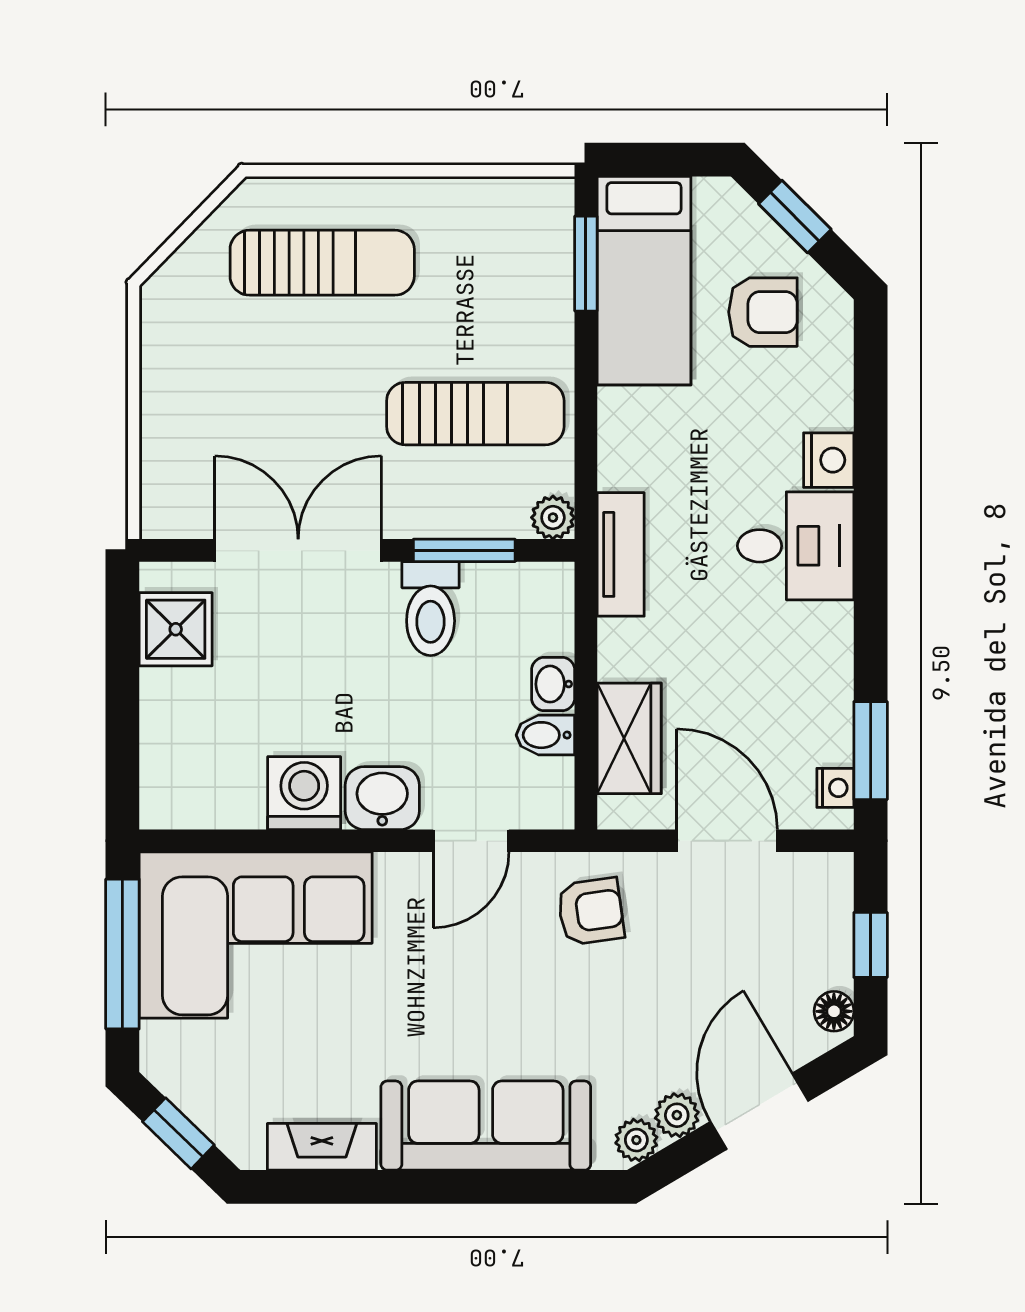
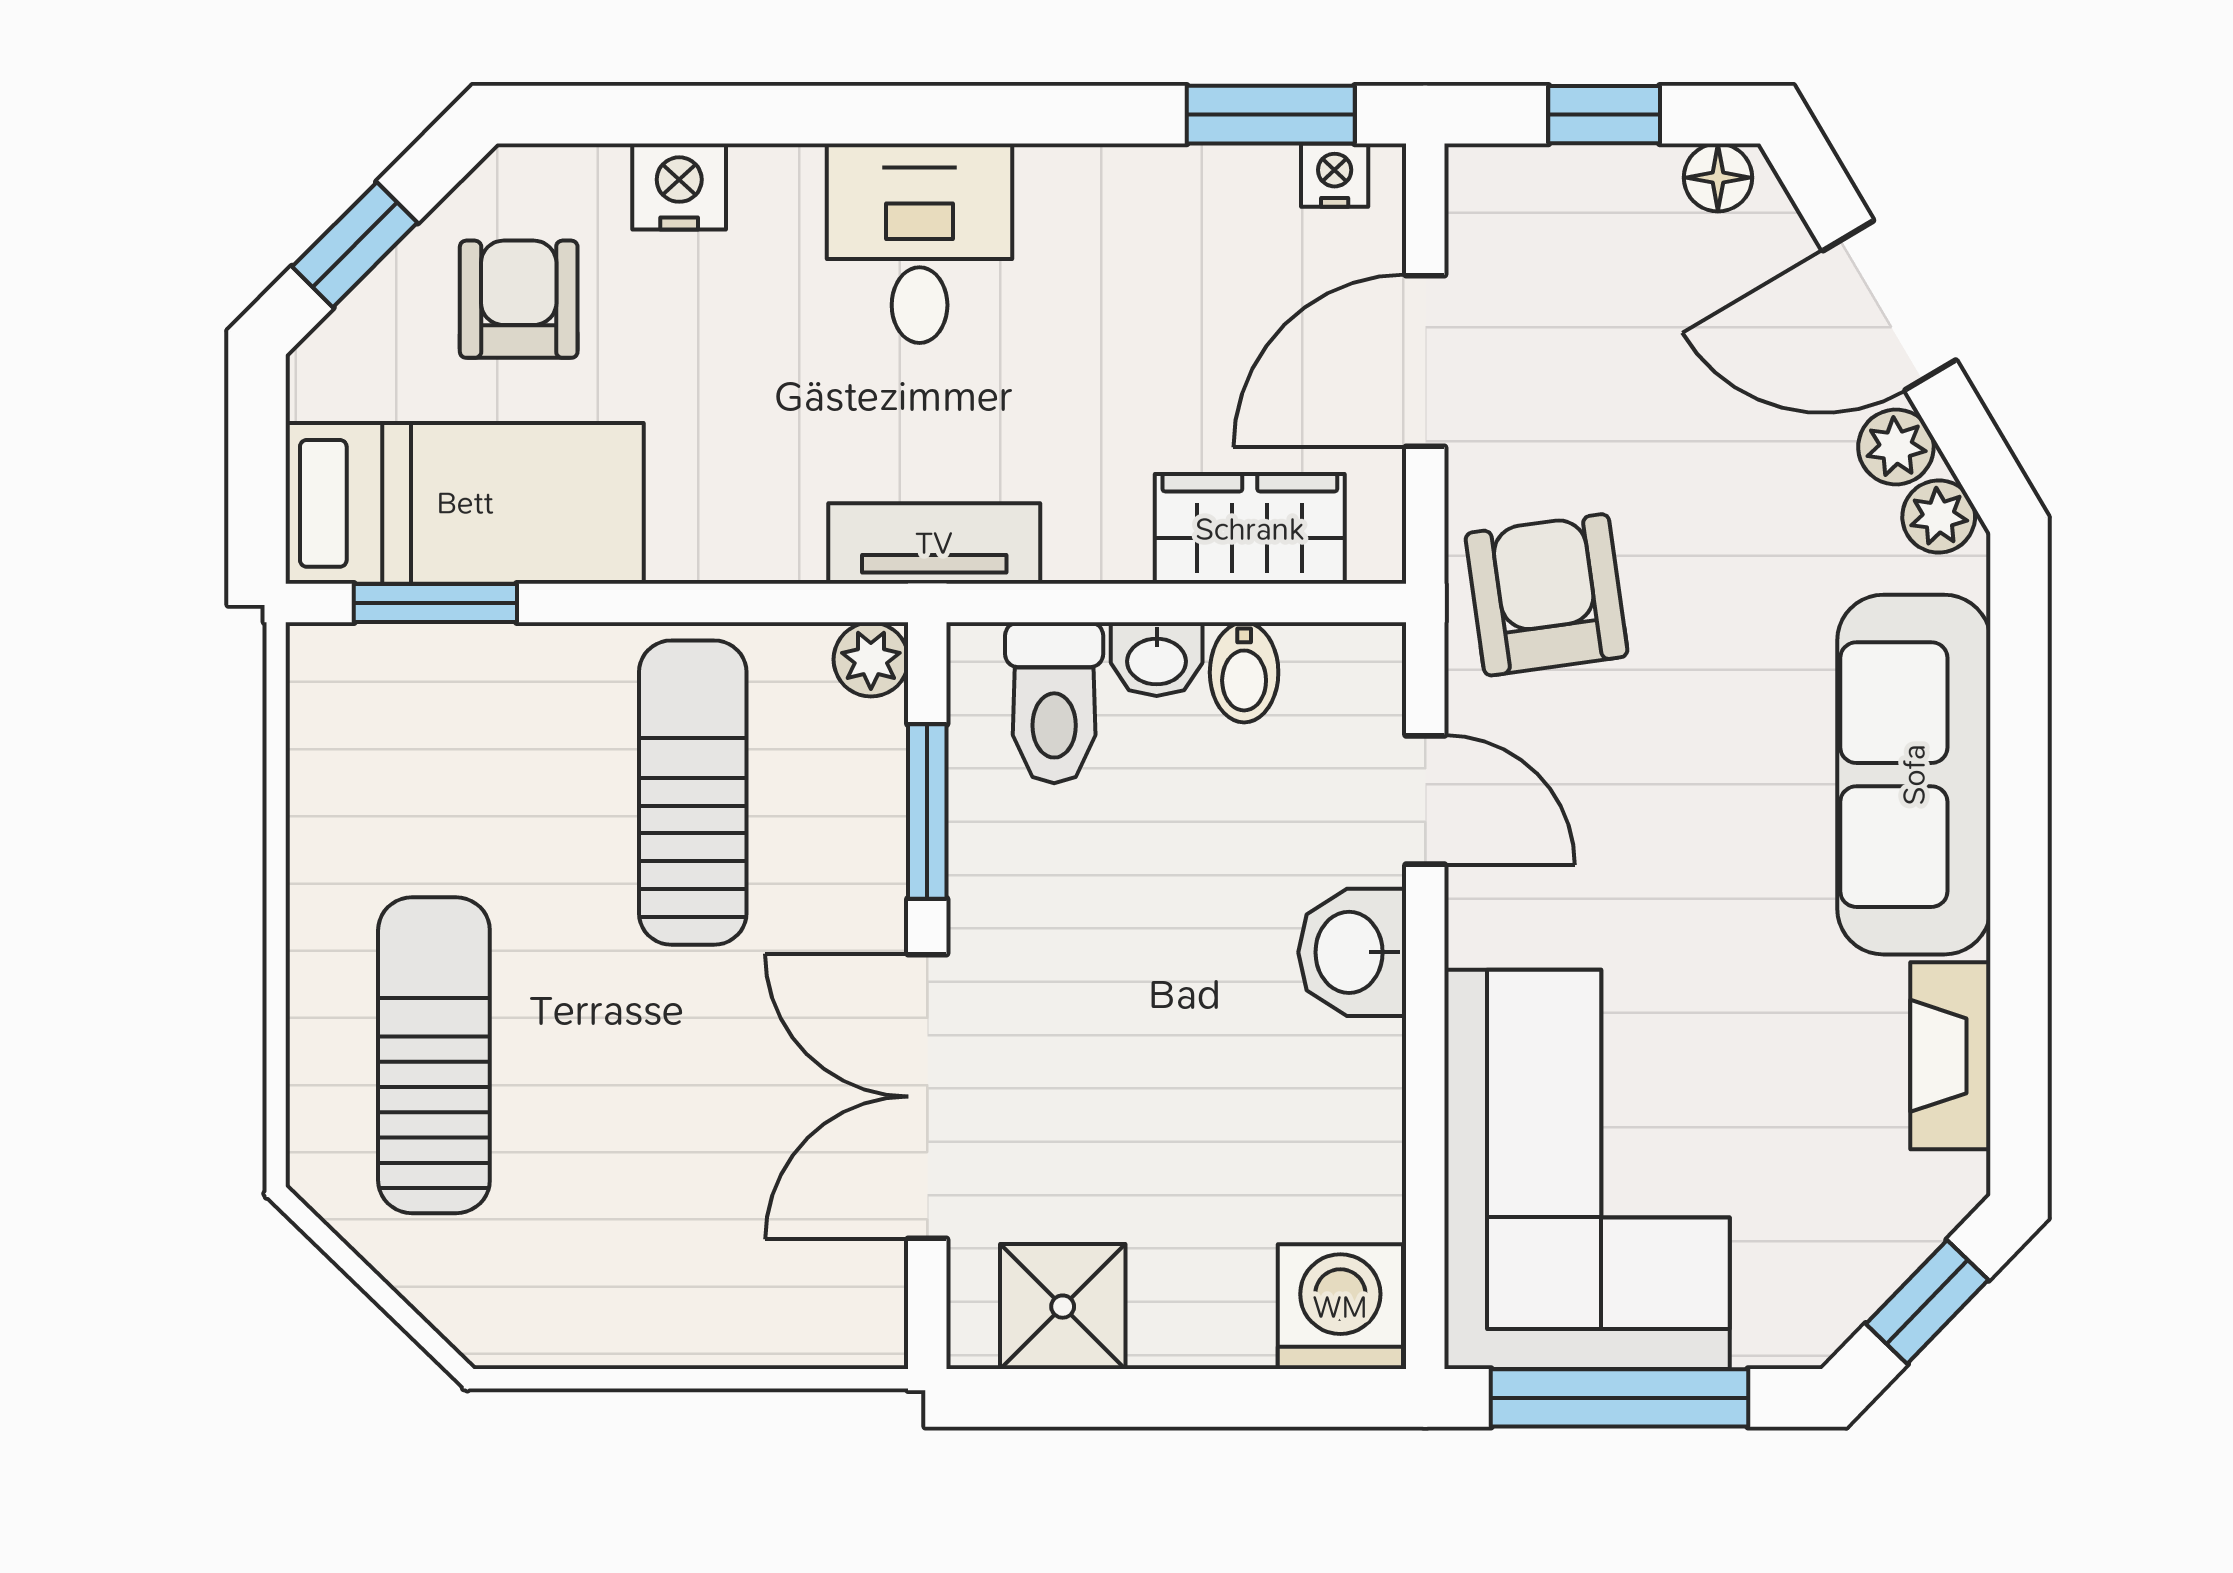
nightstand: (829, 460) -> (679, 186), moved
toilet: (431, 609) -> (1054, 703), moved, turned 90
washing machine: (304, 793) -> (1340, 1307), moved, turned 90
armchair: (591, 911) -> (1547, 595), width x1.38, depth x1.38

